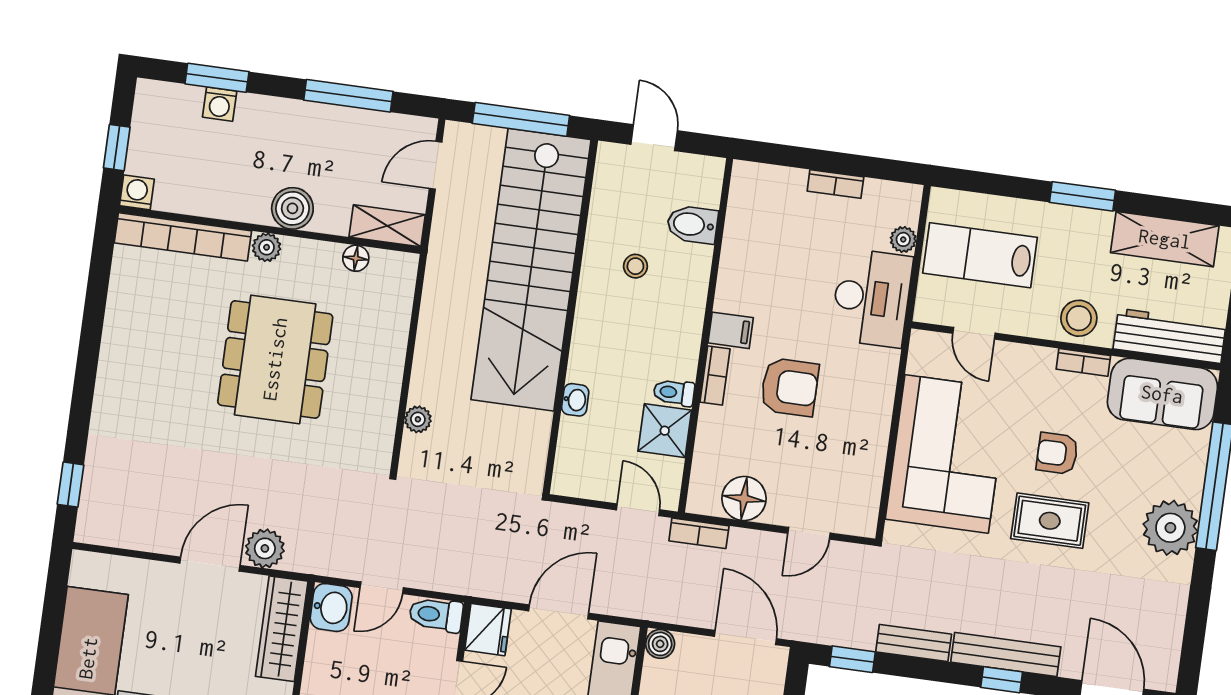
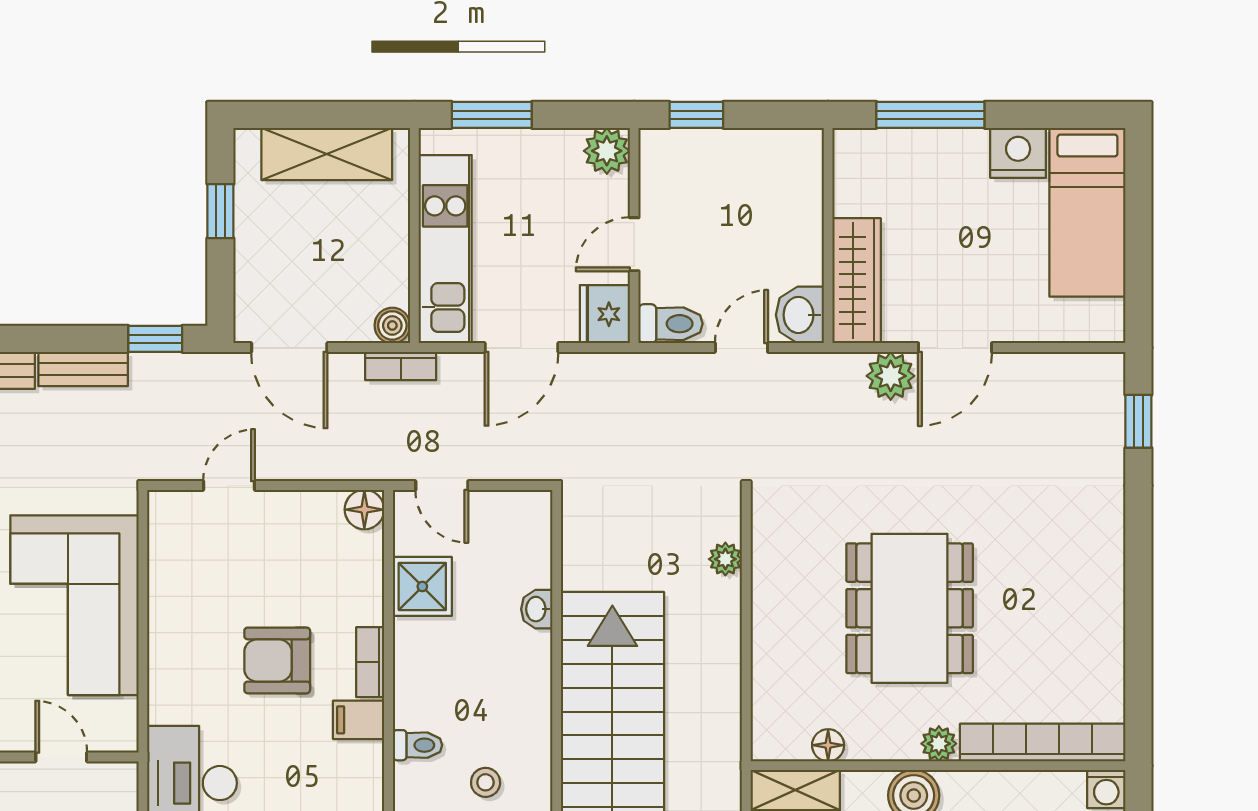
toilet: (674, 393) -> (417, 745), moved
floor lamp: (744, 499) -> (364, 510), moved, width x0.73, depth x0.73
bookcase: (699, 533) -> (401, 366), moved, turned 180

